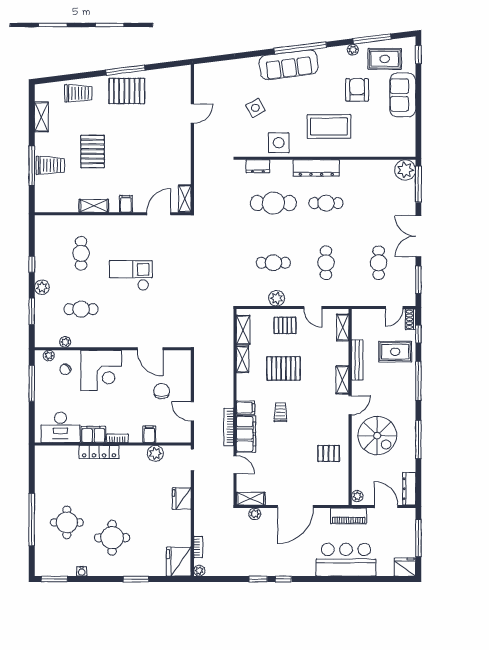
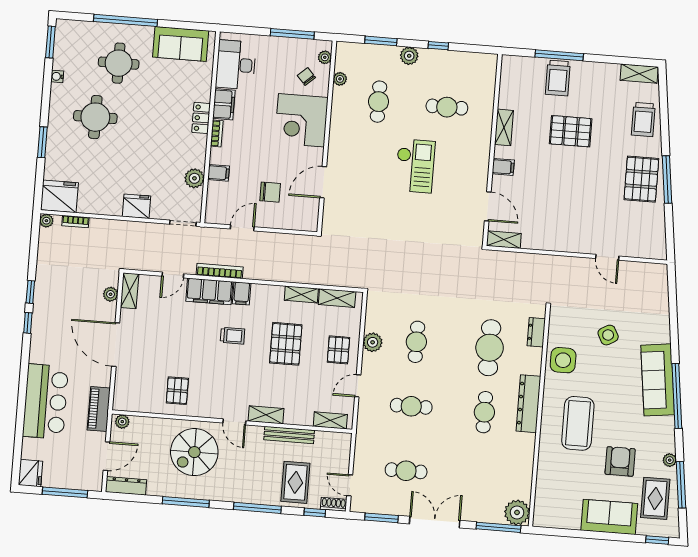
armchair: (357, 90) -> (620, 461), turned -90
shelving: (41, 117) -> (639, 74), moved
locker: (99, 452) -> (201, 118), width x0.66
sofa: (47, 473) -> (181, 44), added

